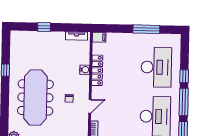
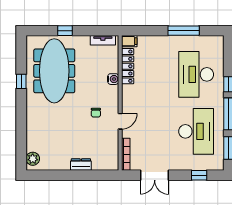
desk: (156, 67) -> (196, 74), turned 180
locker: (97, 70) -> (128, 66), moved
meeting table: (35, 97) -> (54, 71), moved

